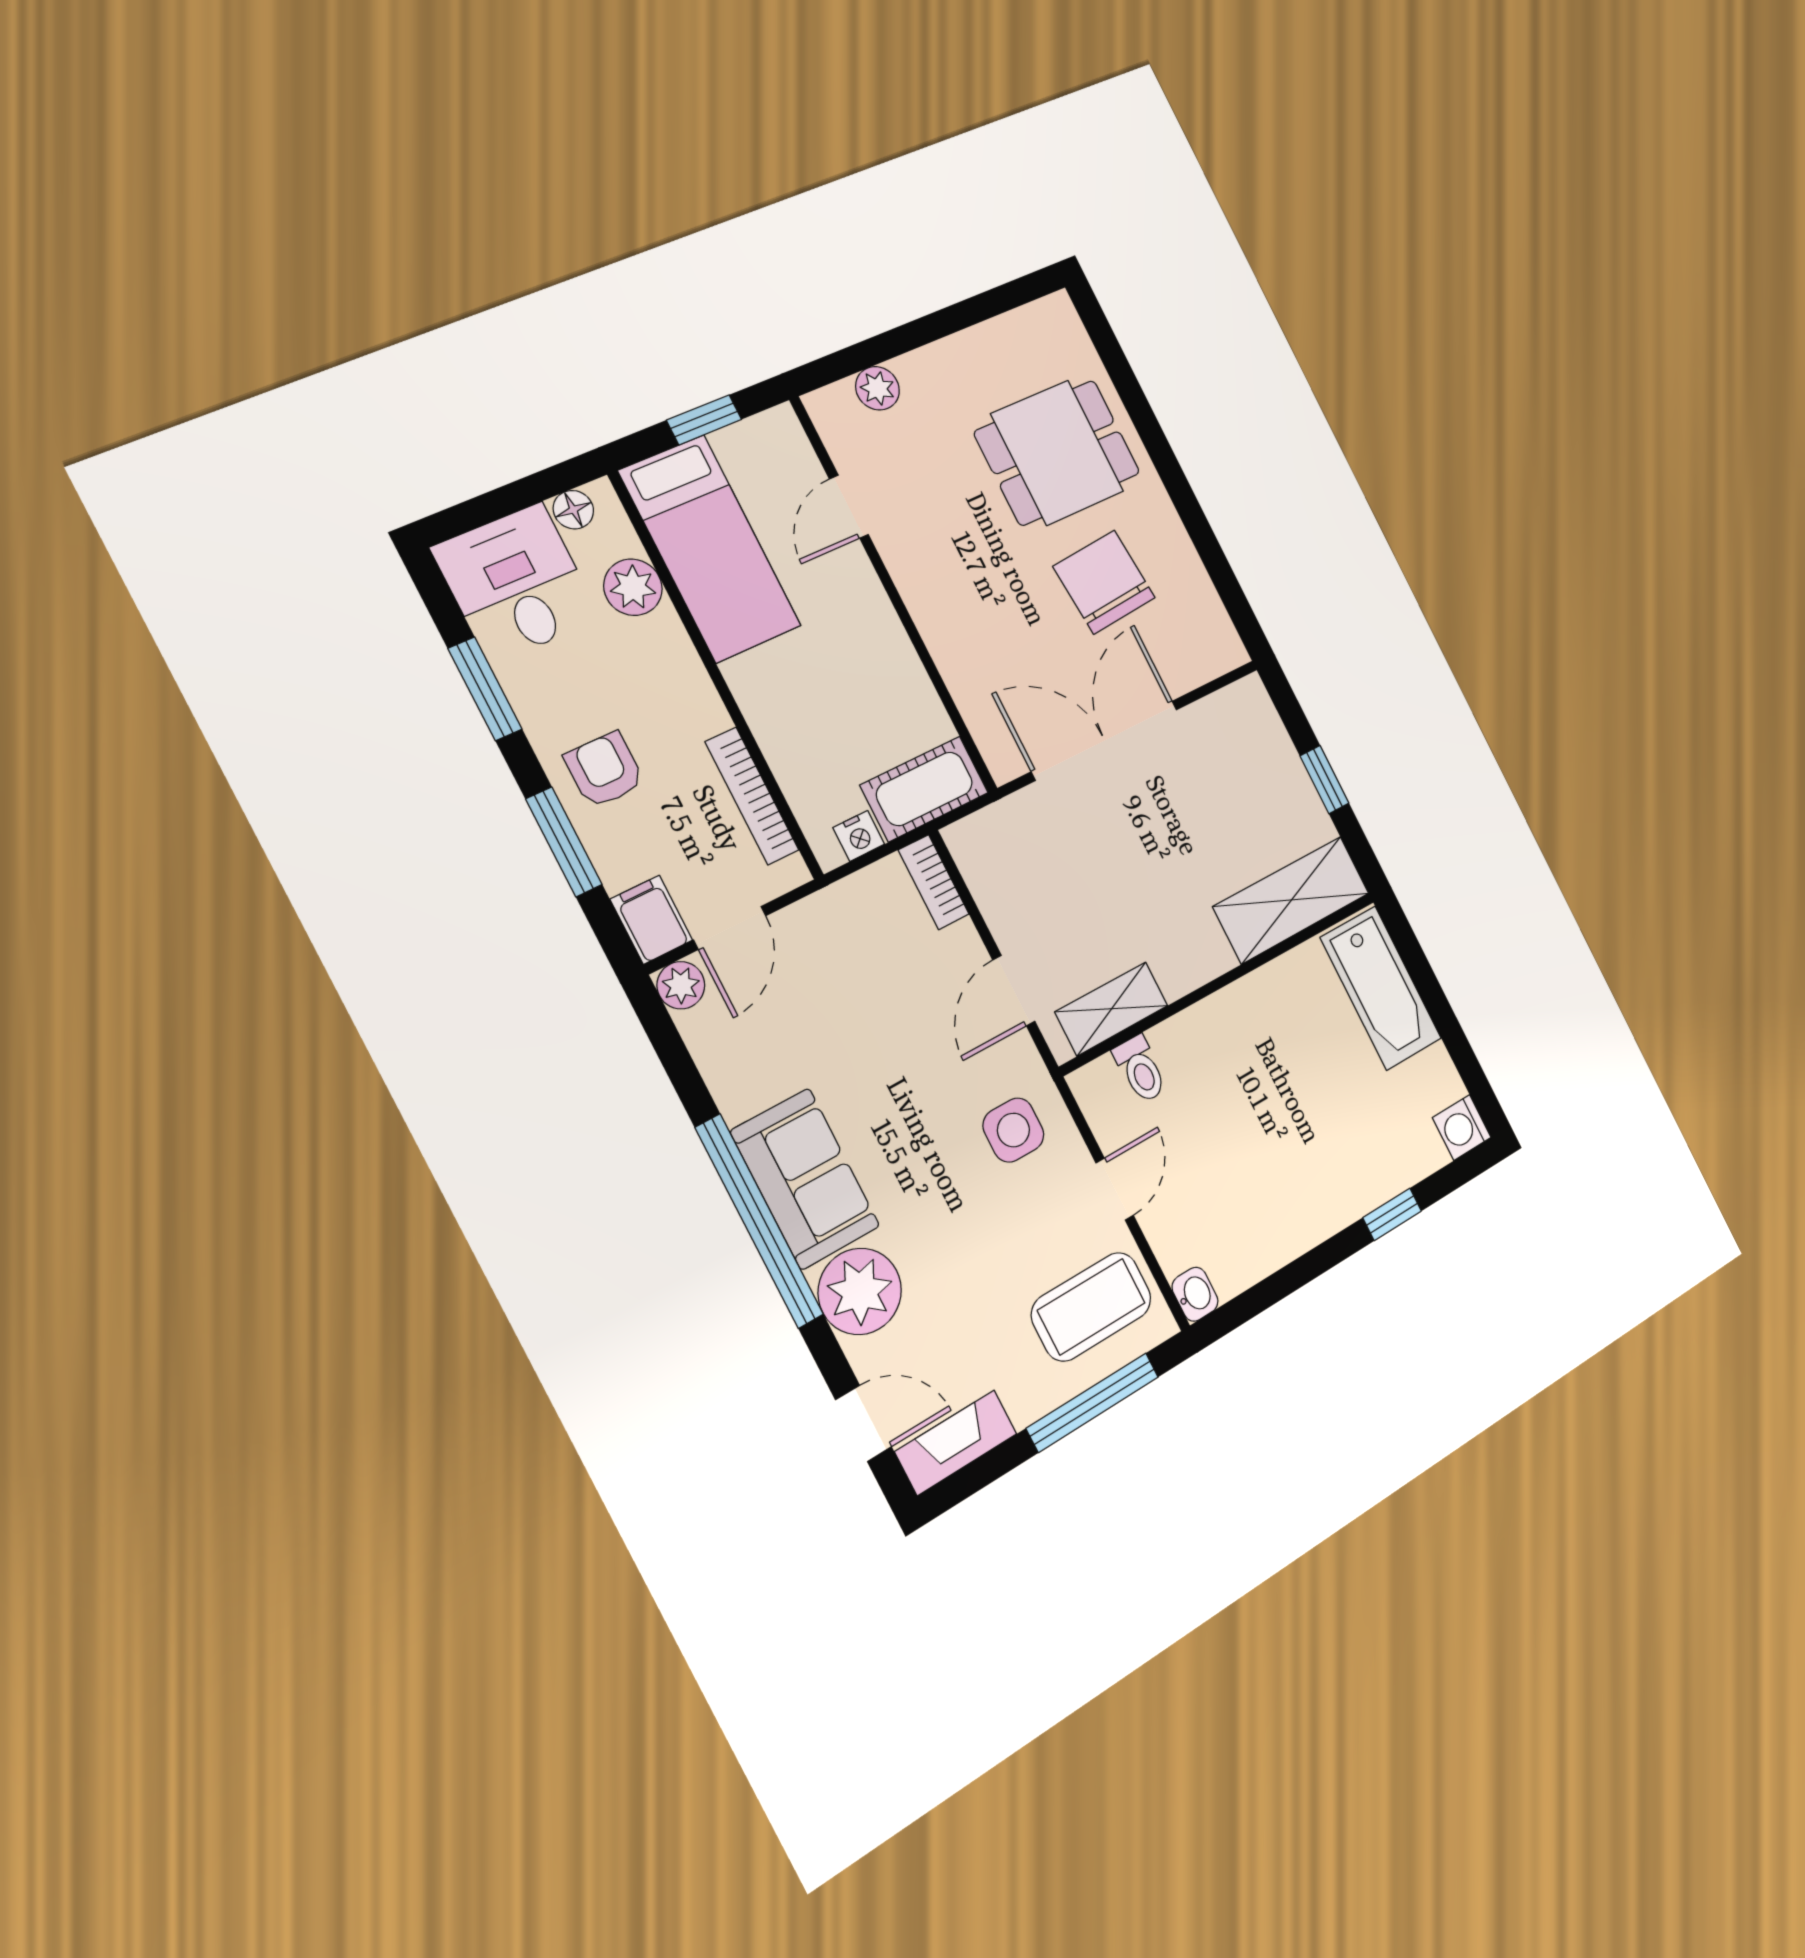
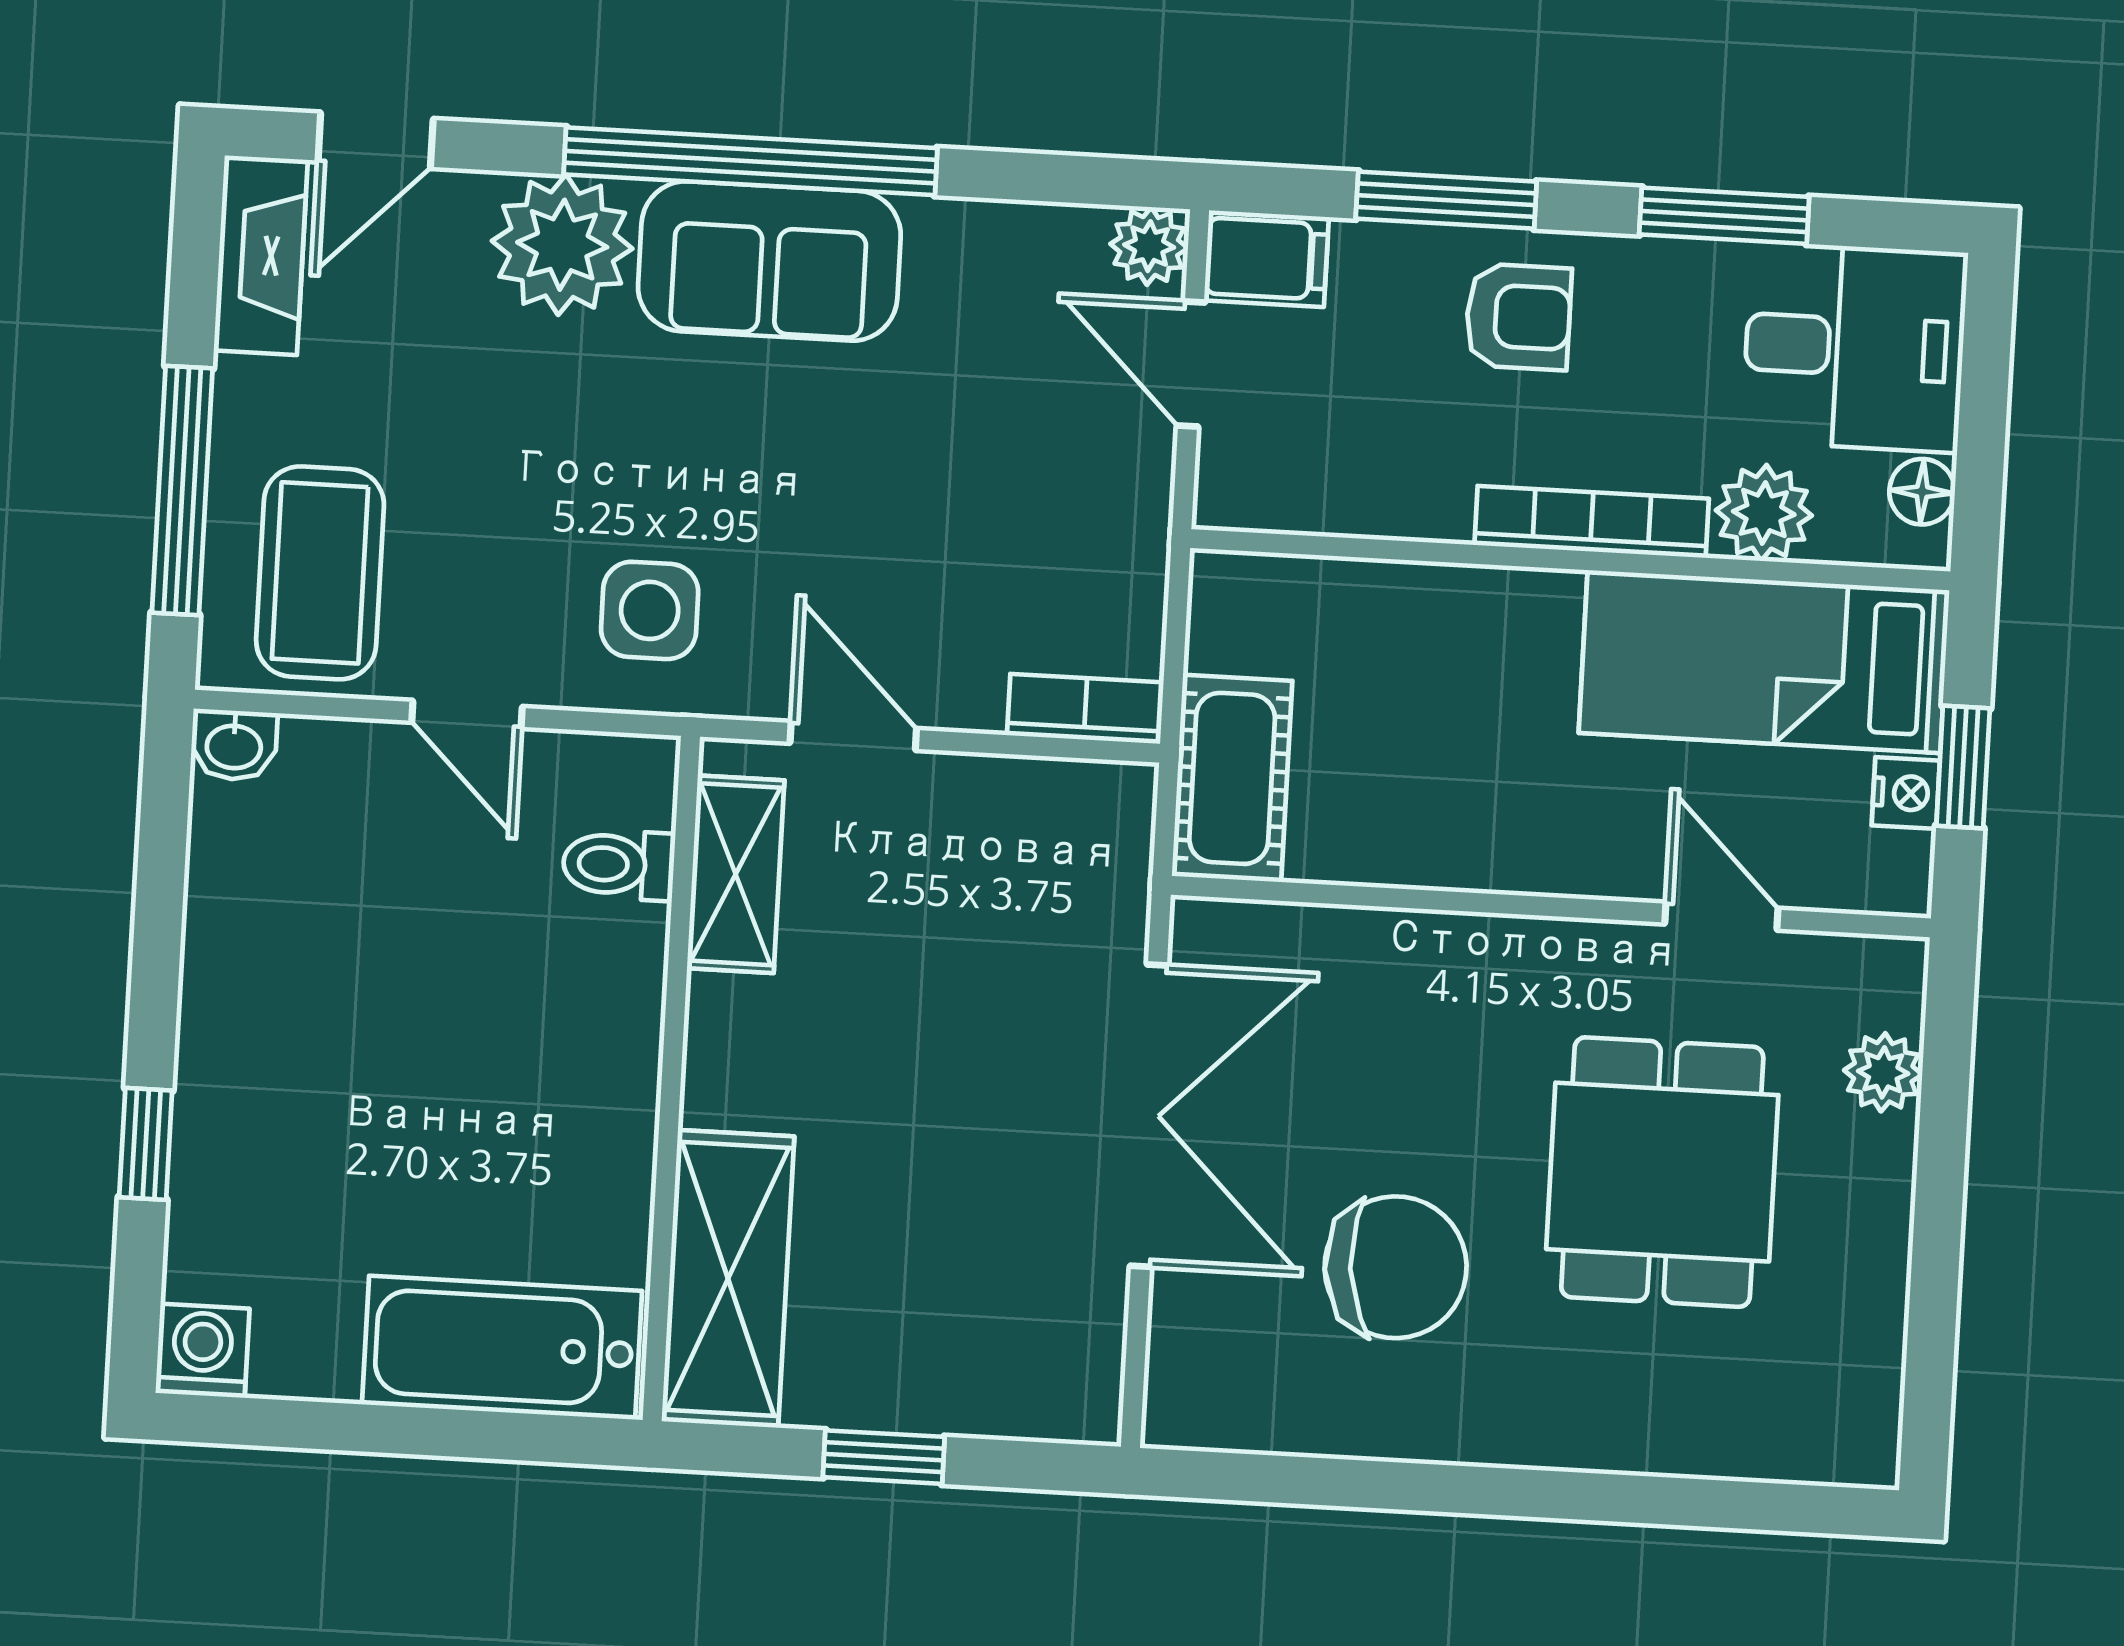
dining table: (1057, 453) -> (1662, 1172), moved
bookcase: (752, 796) -> (1592, 522), moved
nightstand: (859, 836) -> (1906, 793), moved, turned 180

